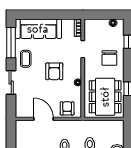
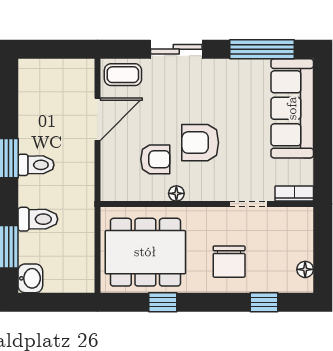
chair: (109, 58) -> (229, 262), turned -90
coffee table: (26, 59) -> (123, 75), moved
armchair: (67, 108) -> (155, 159), moved

